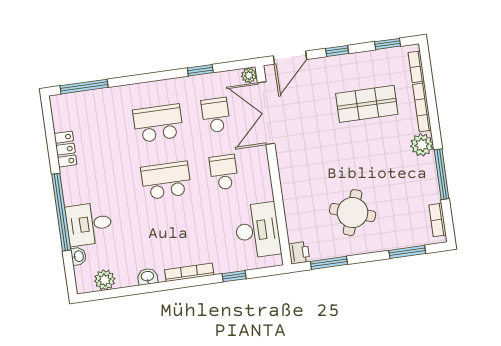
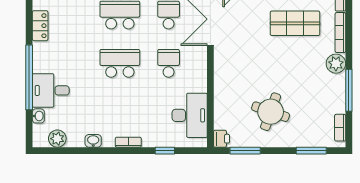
bookcase: (189, 272) -> (128, 142), width x0.64

